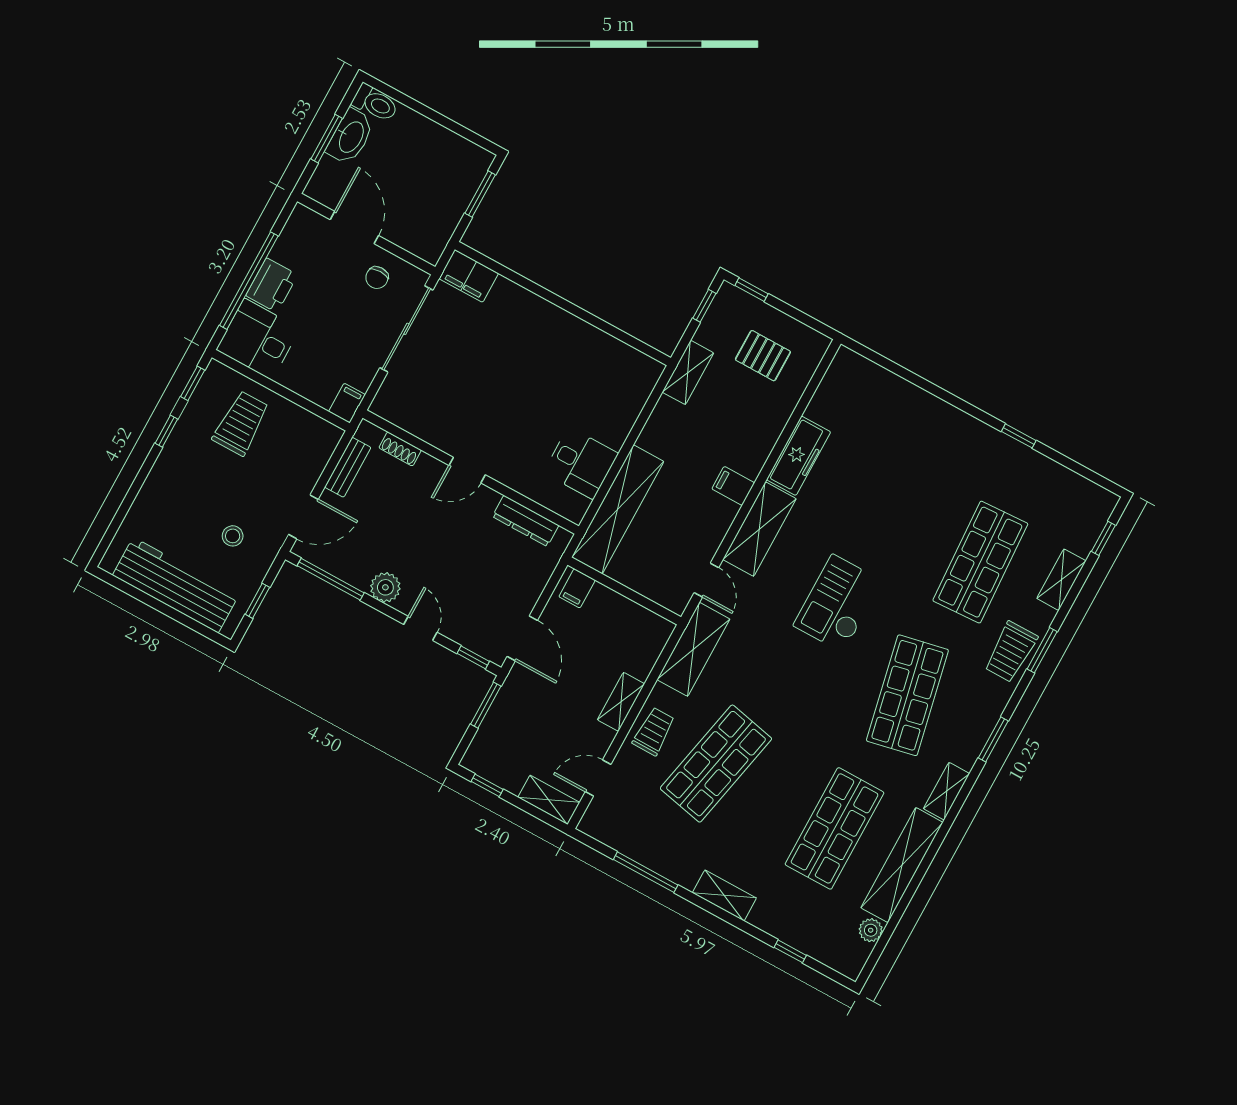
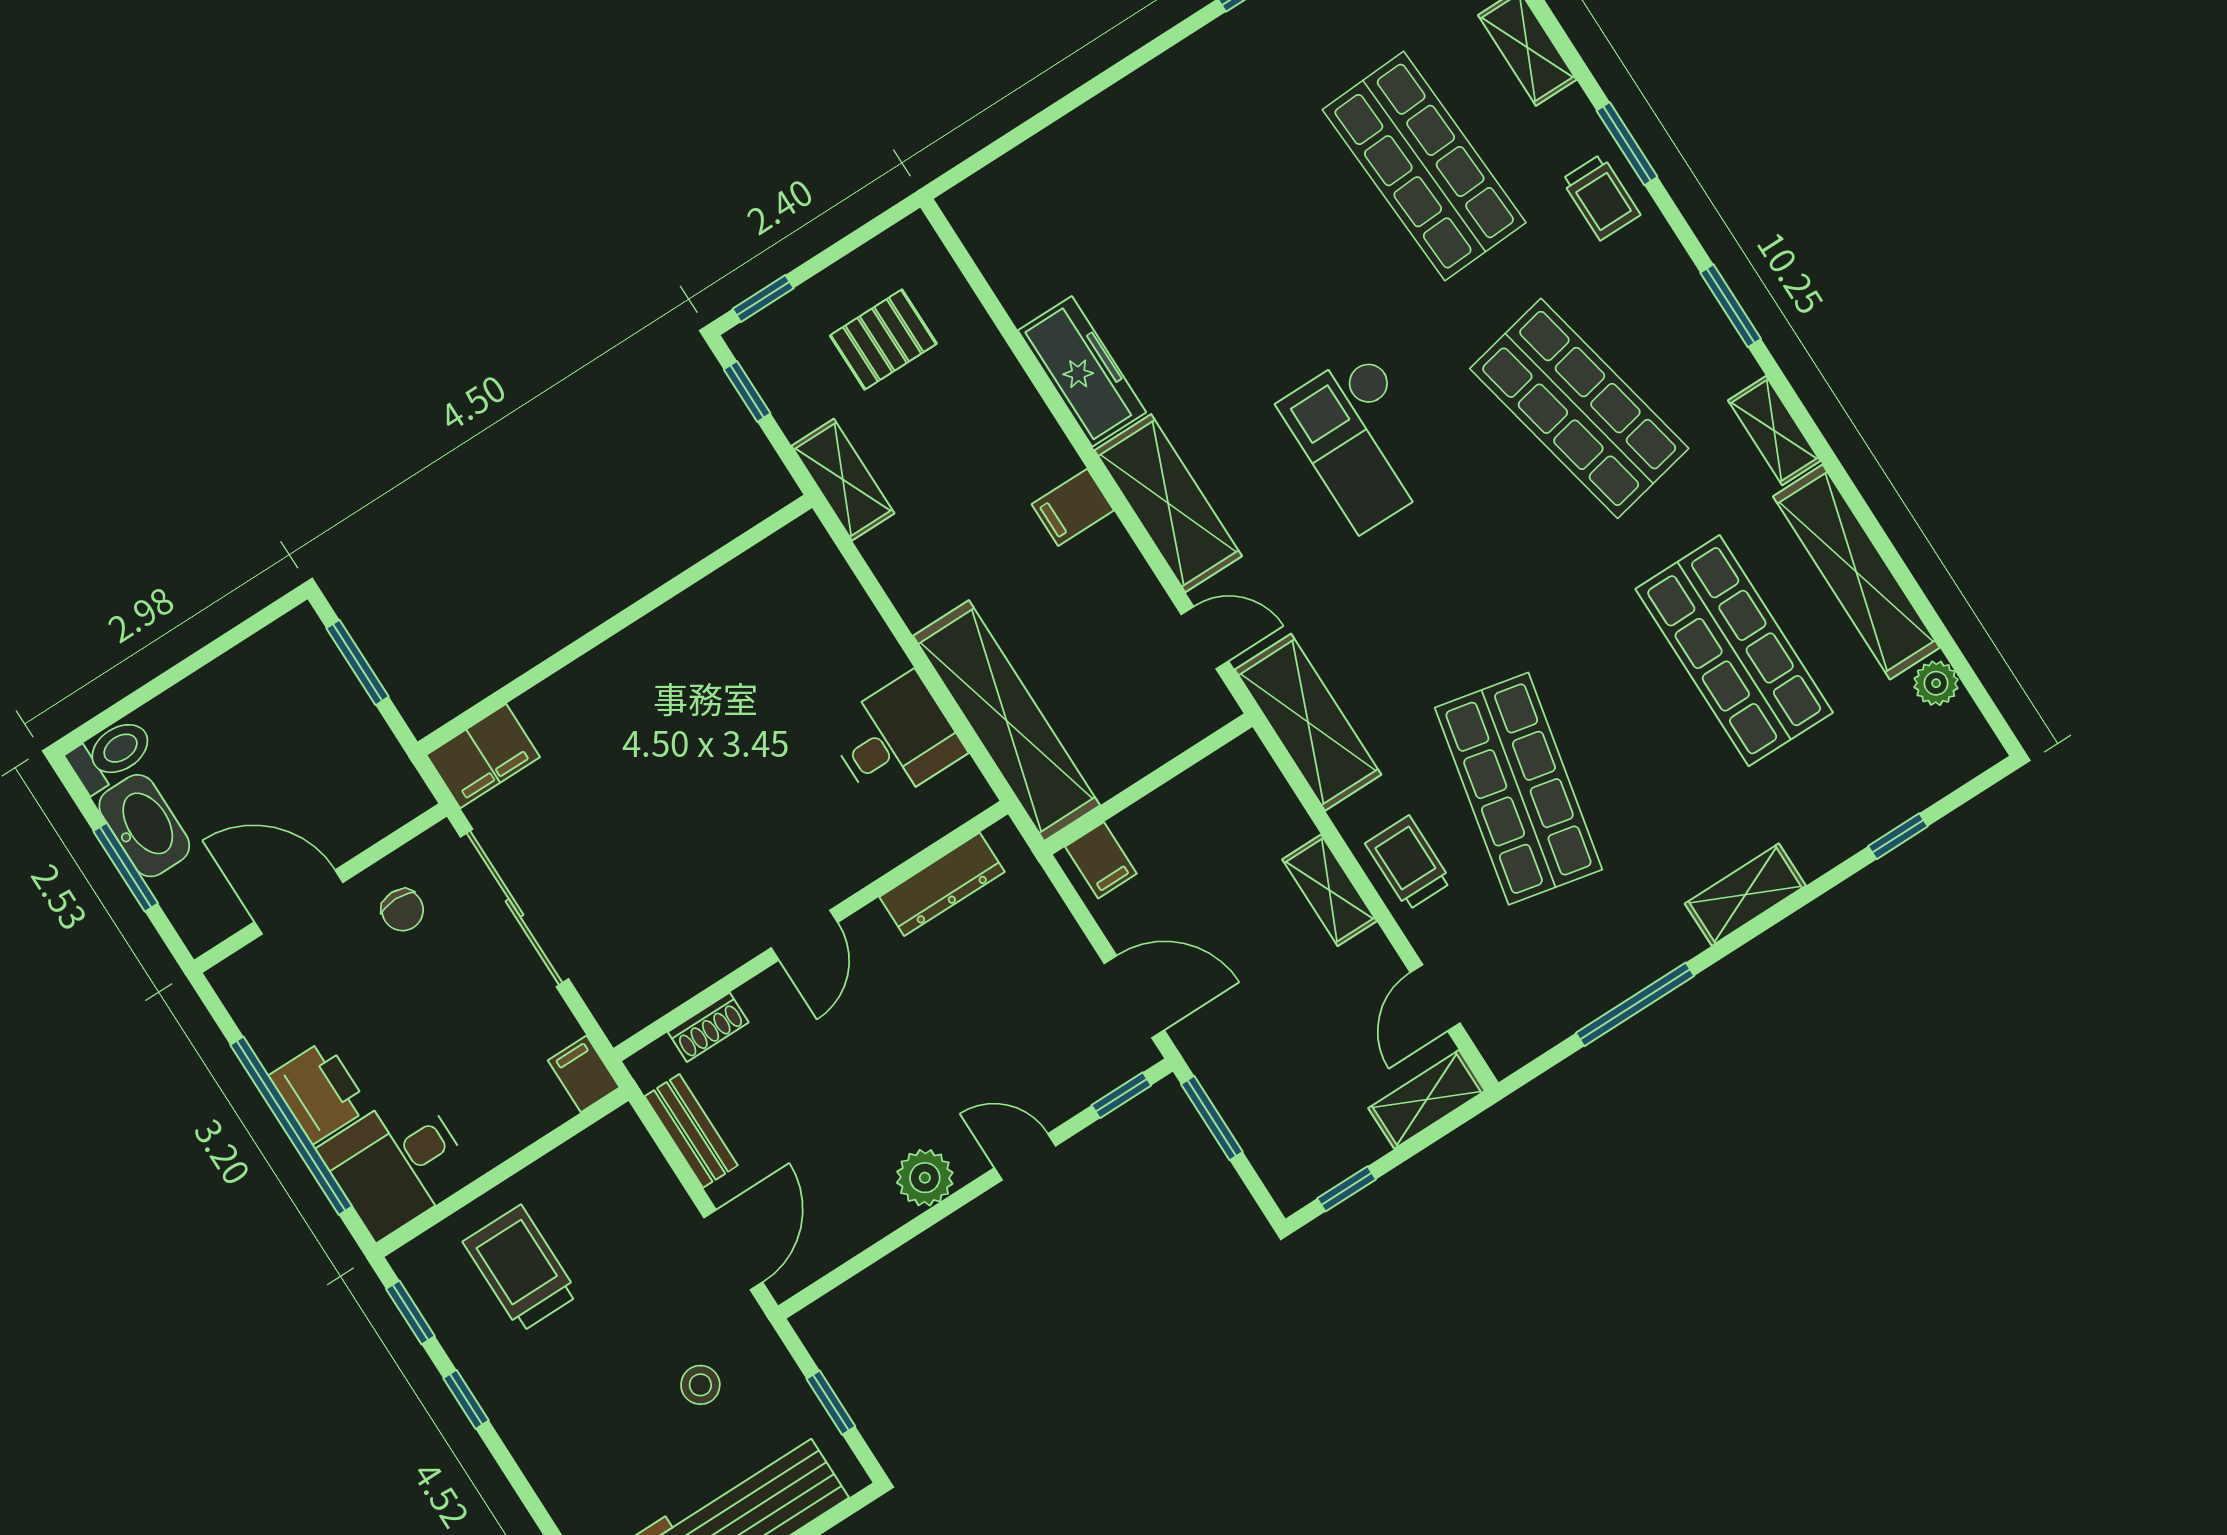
window: (331, 579) -> (862, 1261), removed
trolley: (1011, 652) -> (1601, 197), width x0.73, depth x0.72

